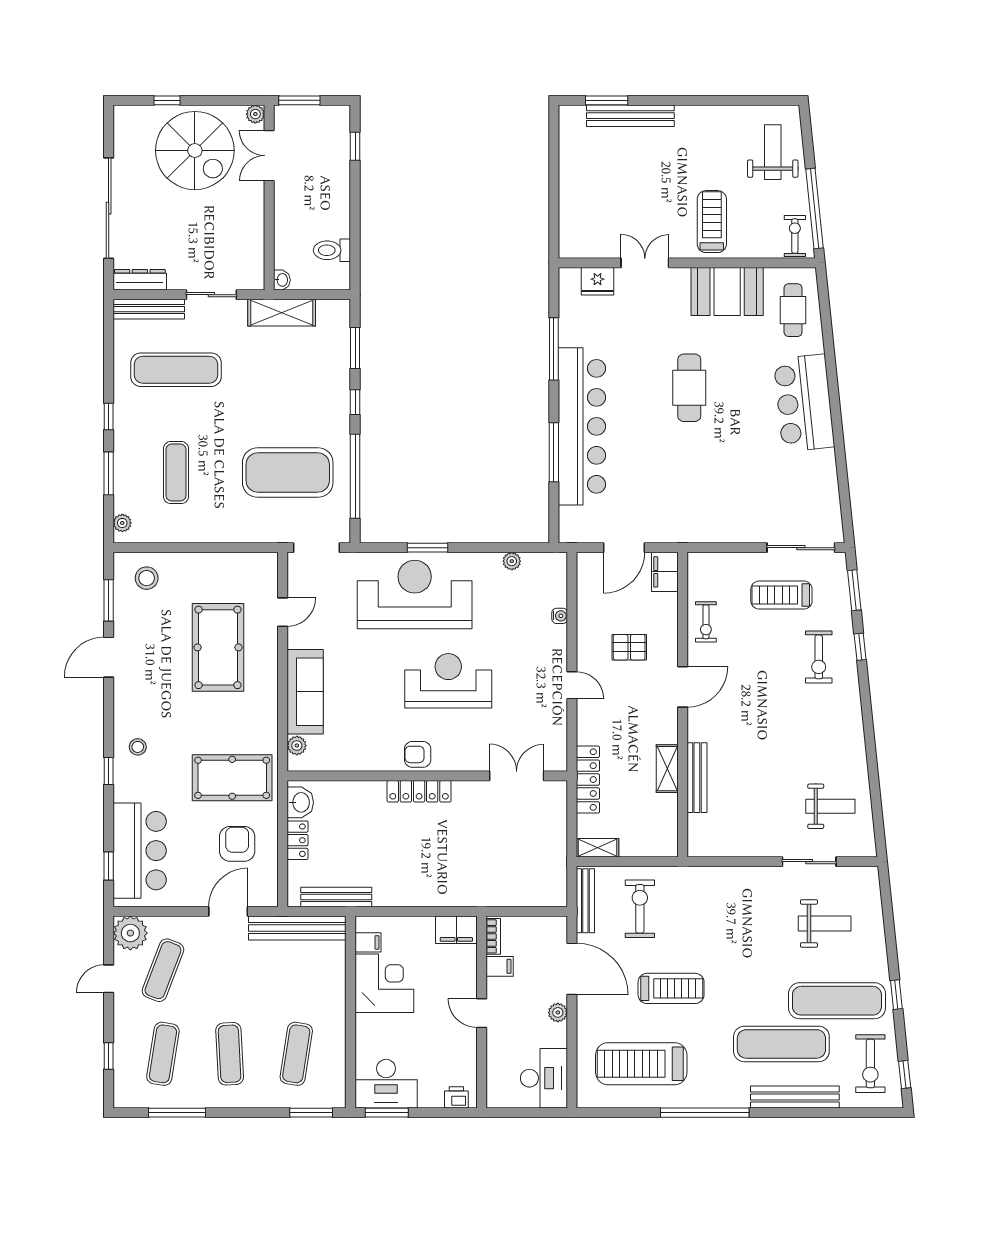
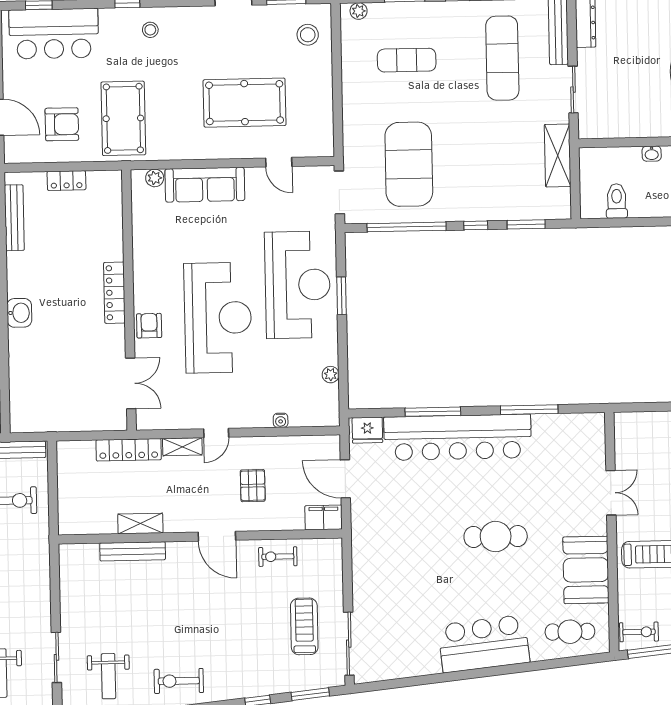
washbasin: (282, 280) -> (652, 154), moved
fridge: (598, 281) -> (367, 430), moved, turned -90
exercise bike: (819, 657) -> (179, 681), moved
reception desk: (448, 681) -> (218, 318), width x1.36, depth x1.30
armchair: (418, 754) -> (149, 326), moved
washbasin: (300, 802) -> (19, 313), moved, turned -90
shelving: (597, 848) -> (182, 447), moved, turned 90

